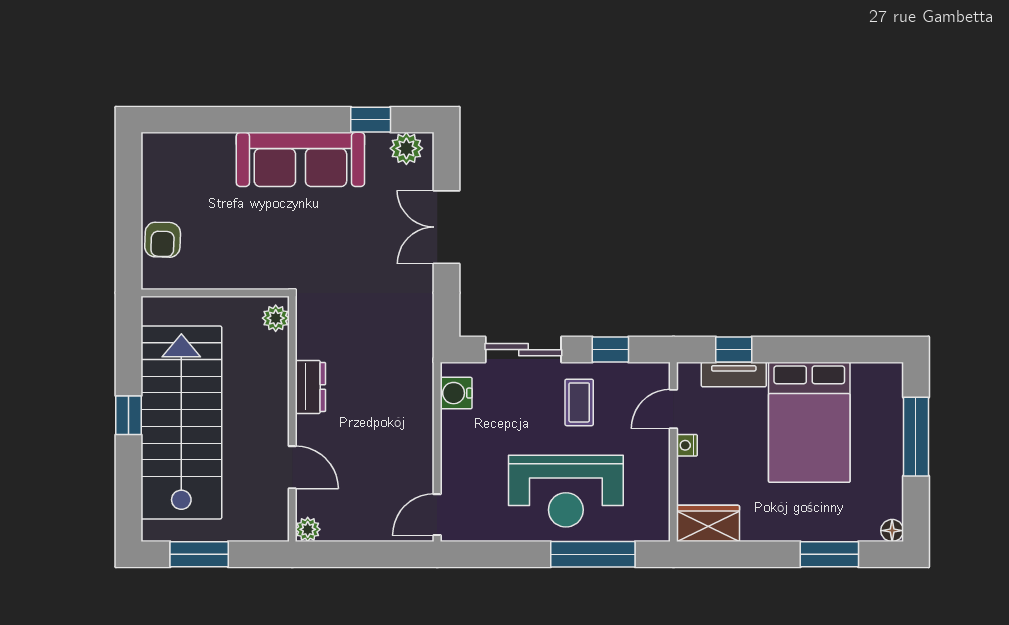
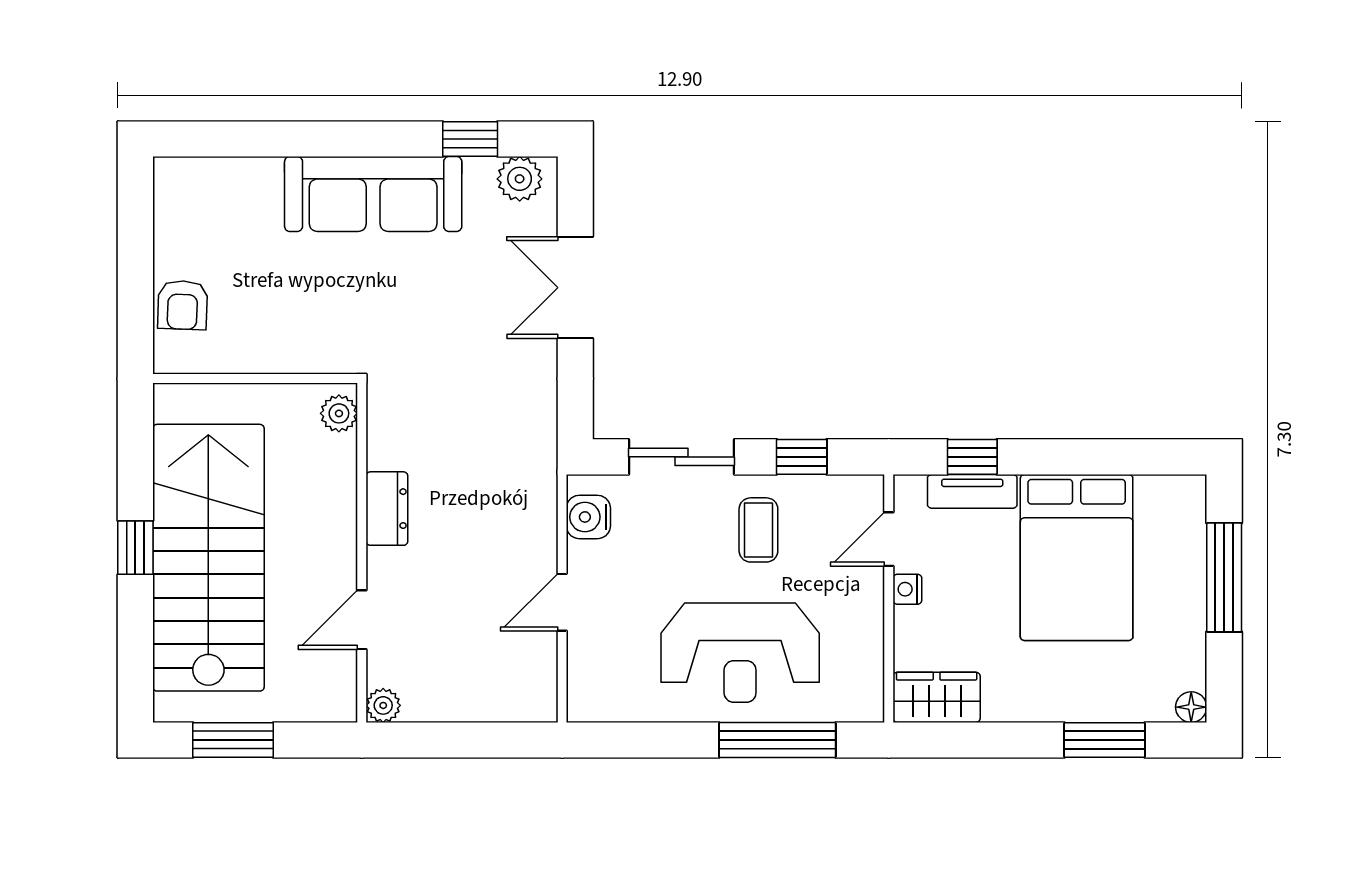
door: (292, 467) -> (362, 620), swing flipped
door: (437, 515) -> (562, 602), moved

